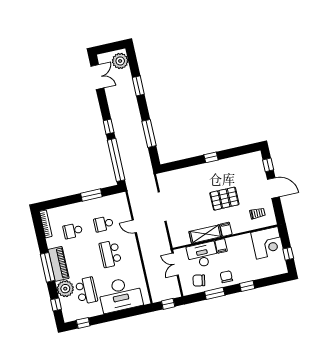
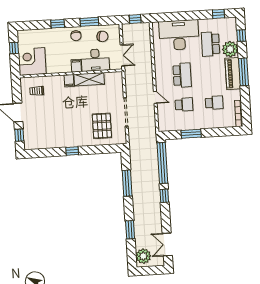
pallet: (224, 199) -> (102, 126), moved, turned 90

